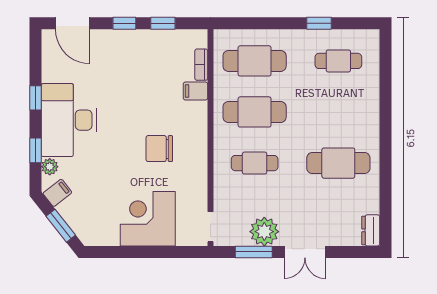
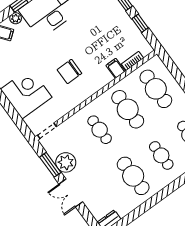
cafe table: (338, 112) -> (161, 155), added
chair: (159, 149) -> (69, 71), turned -90

